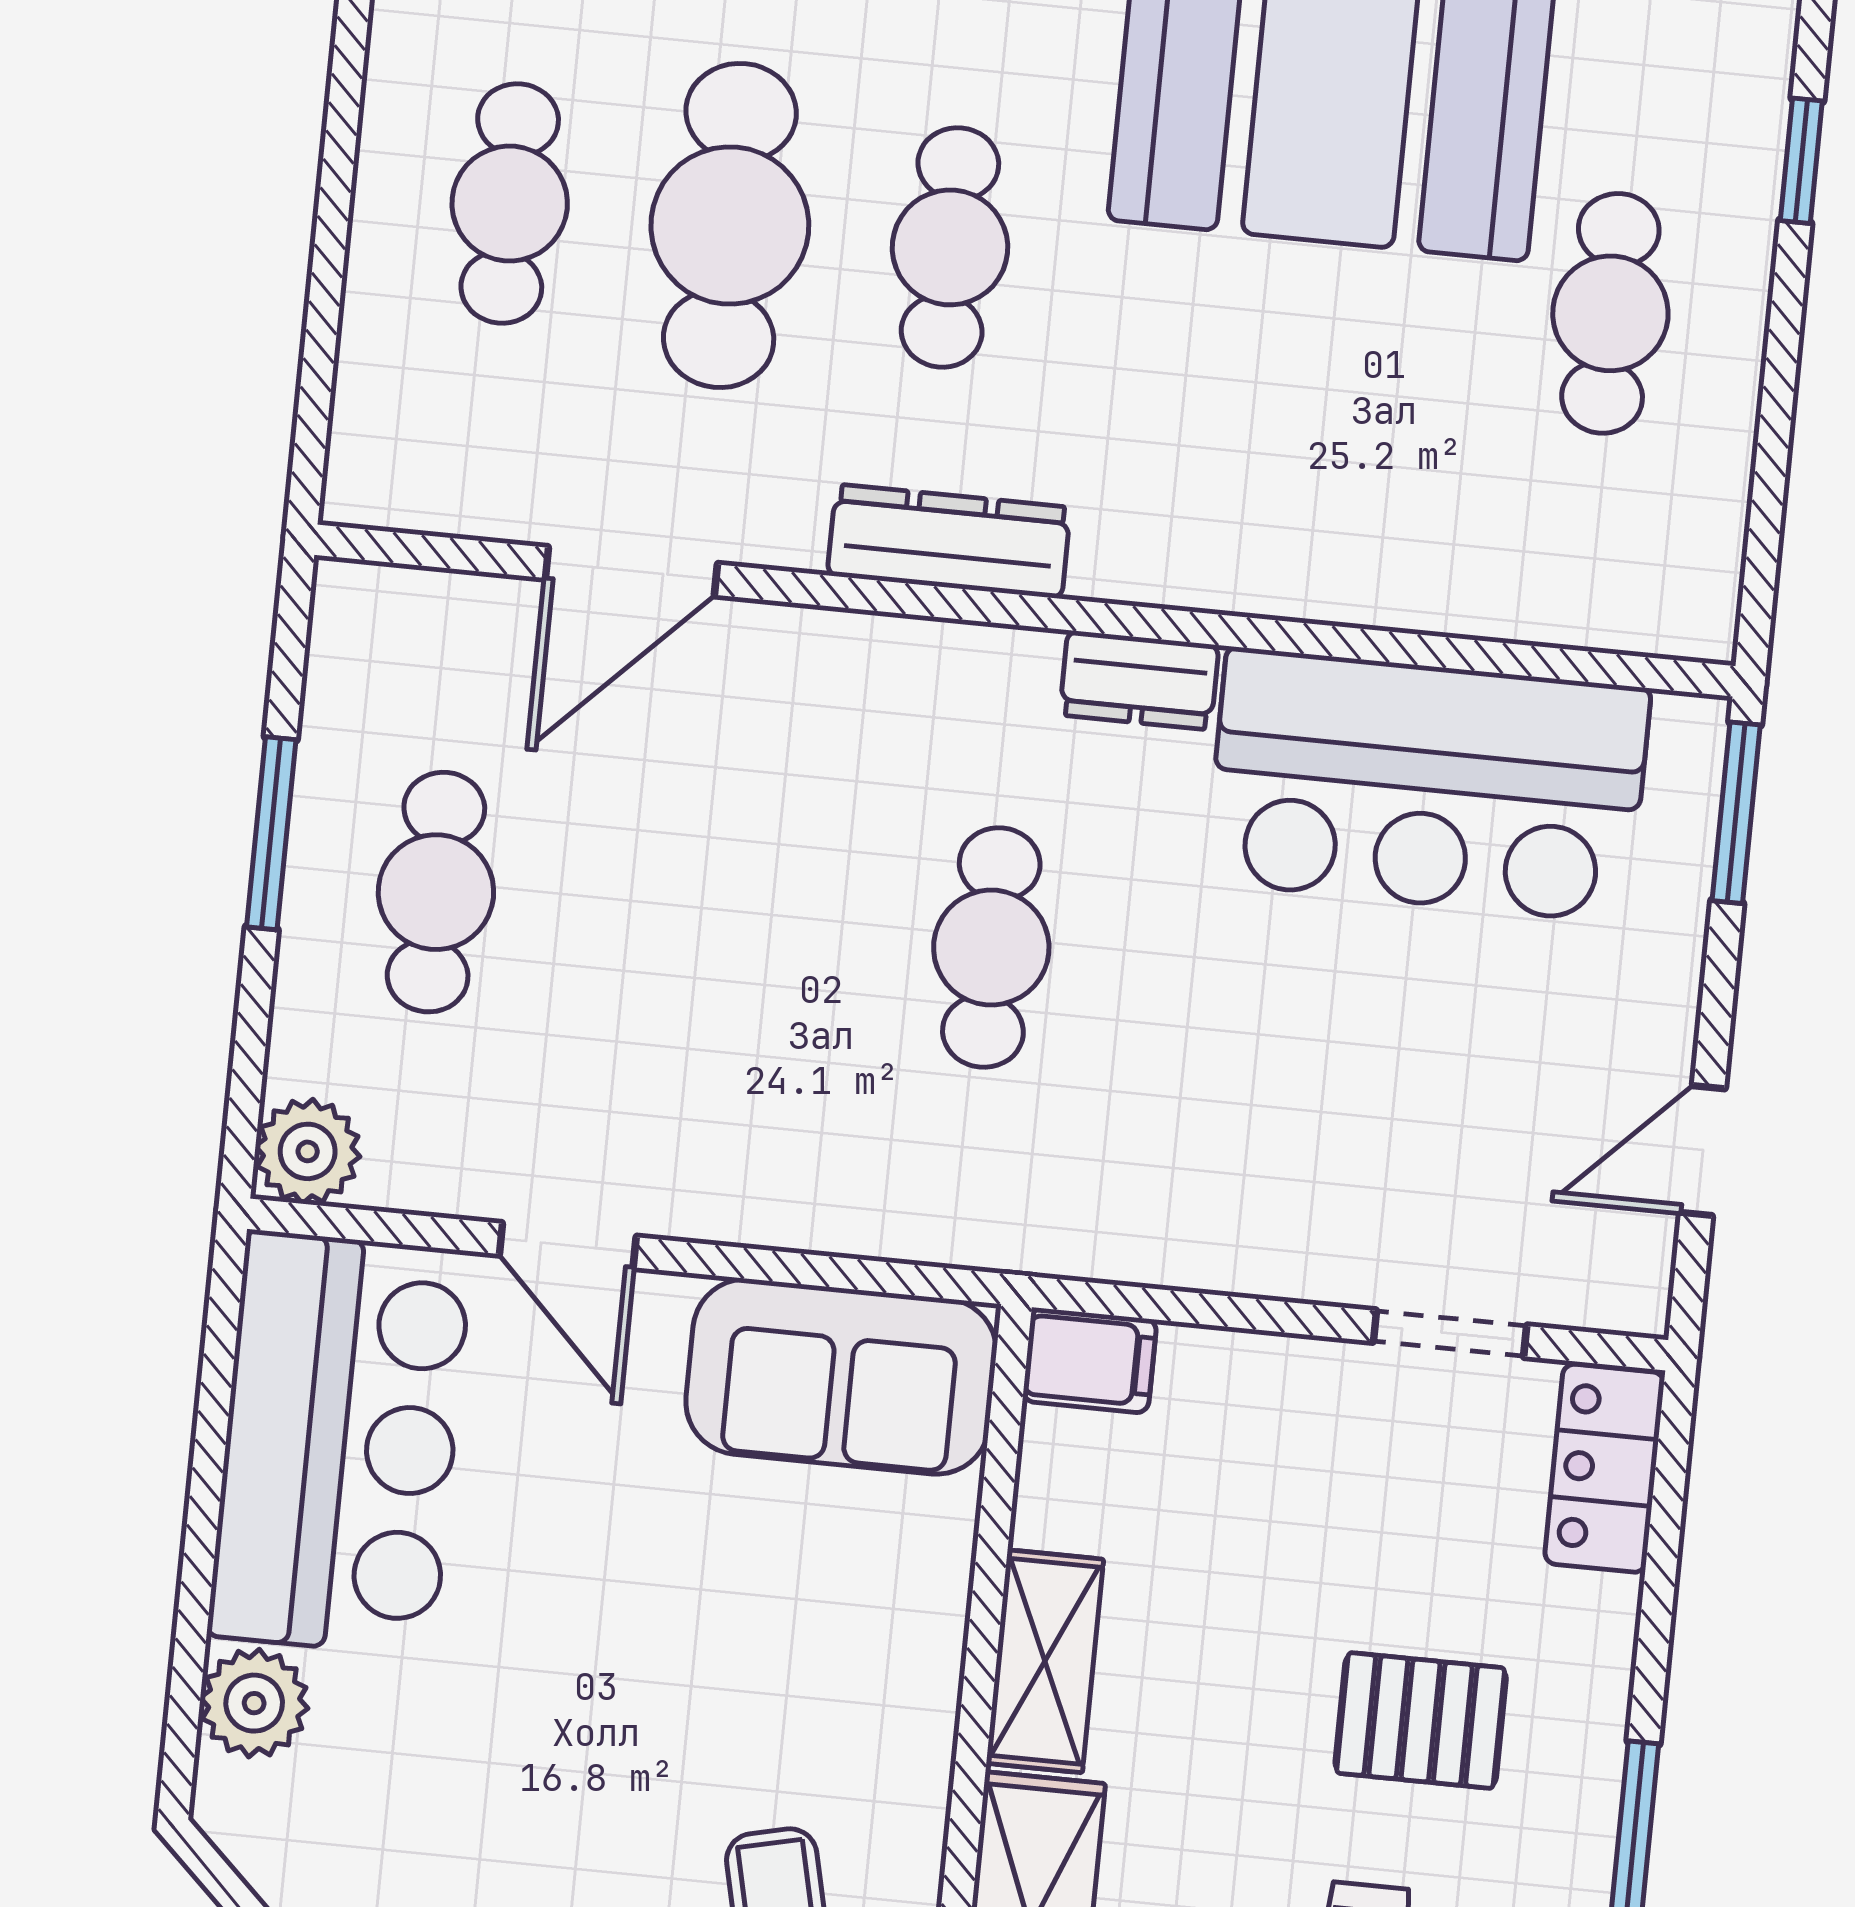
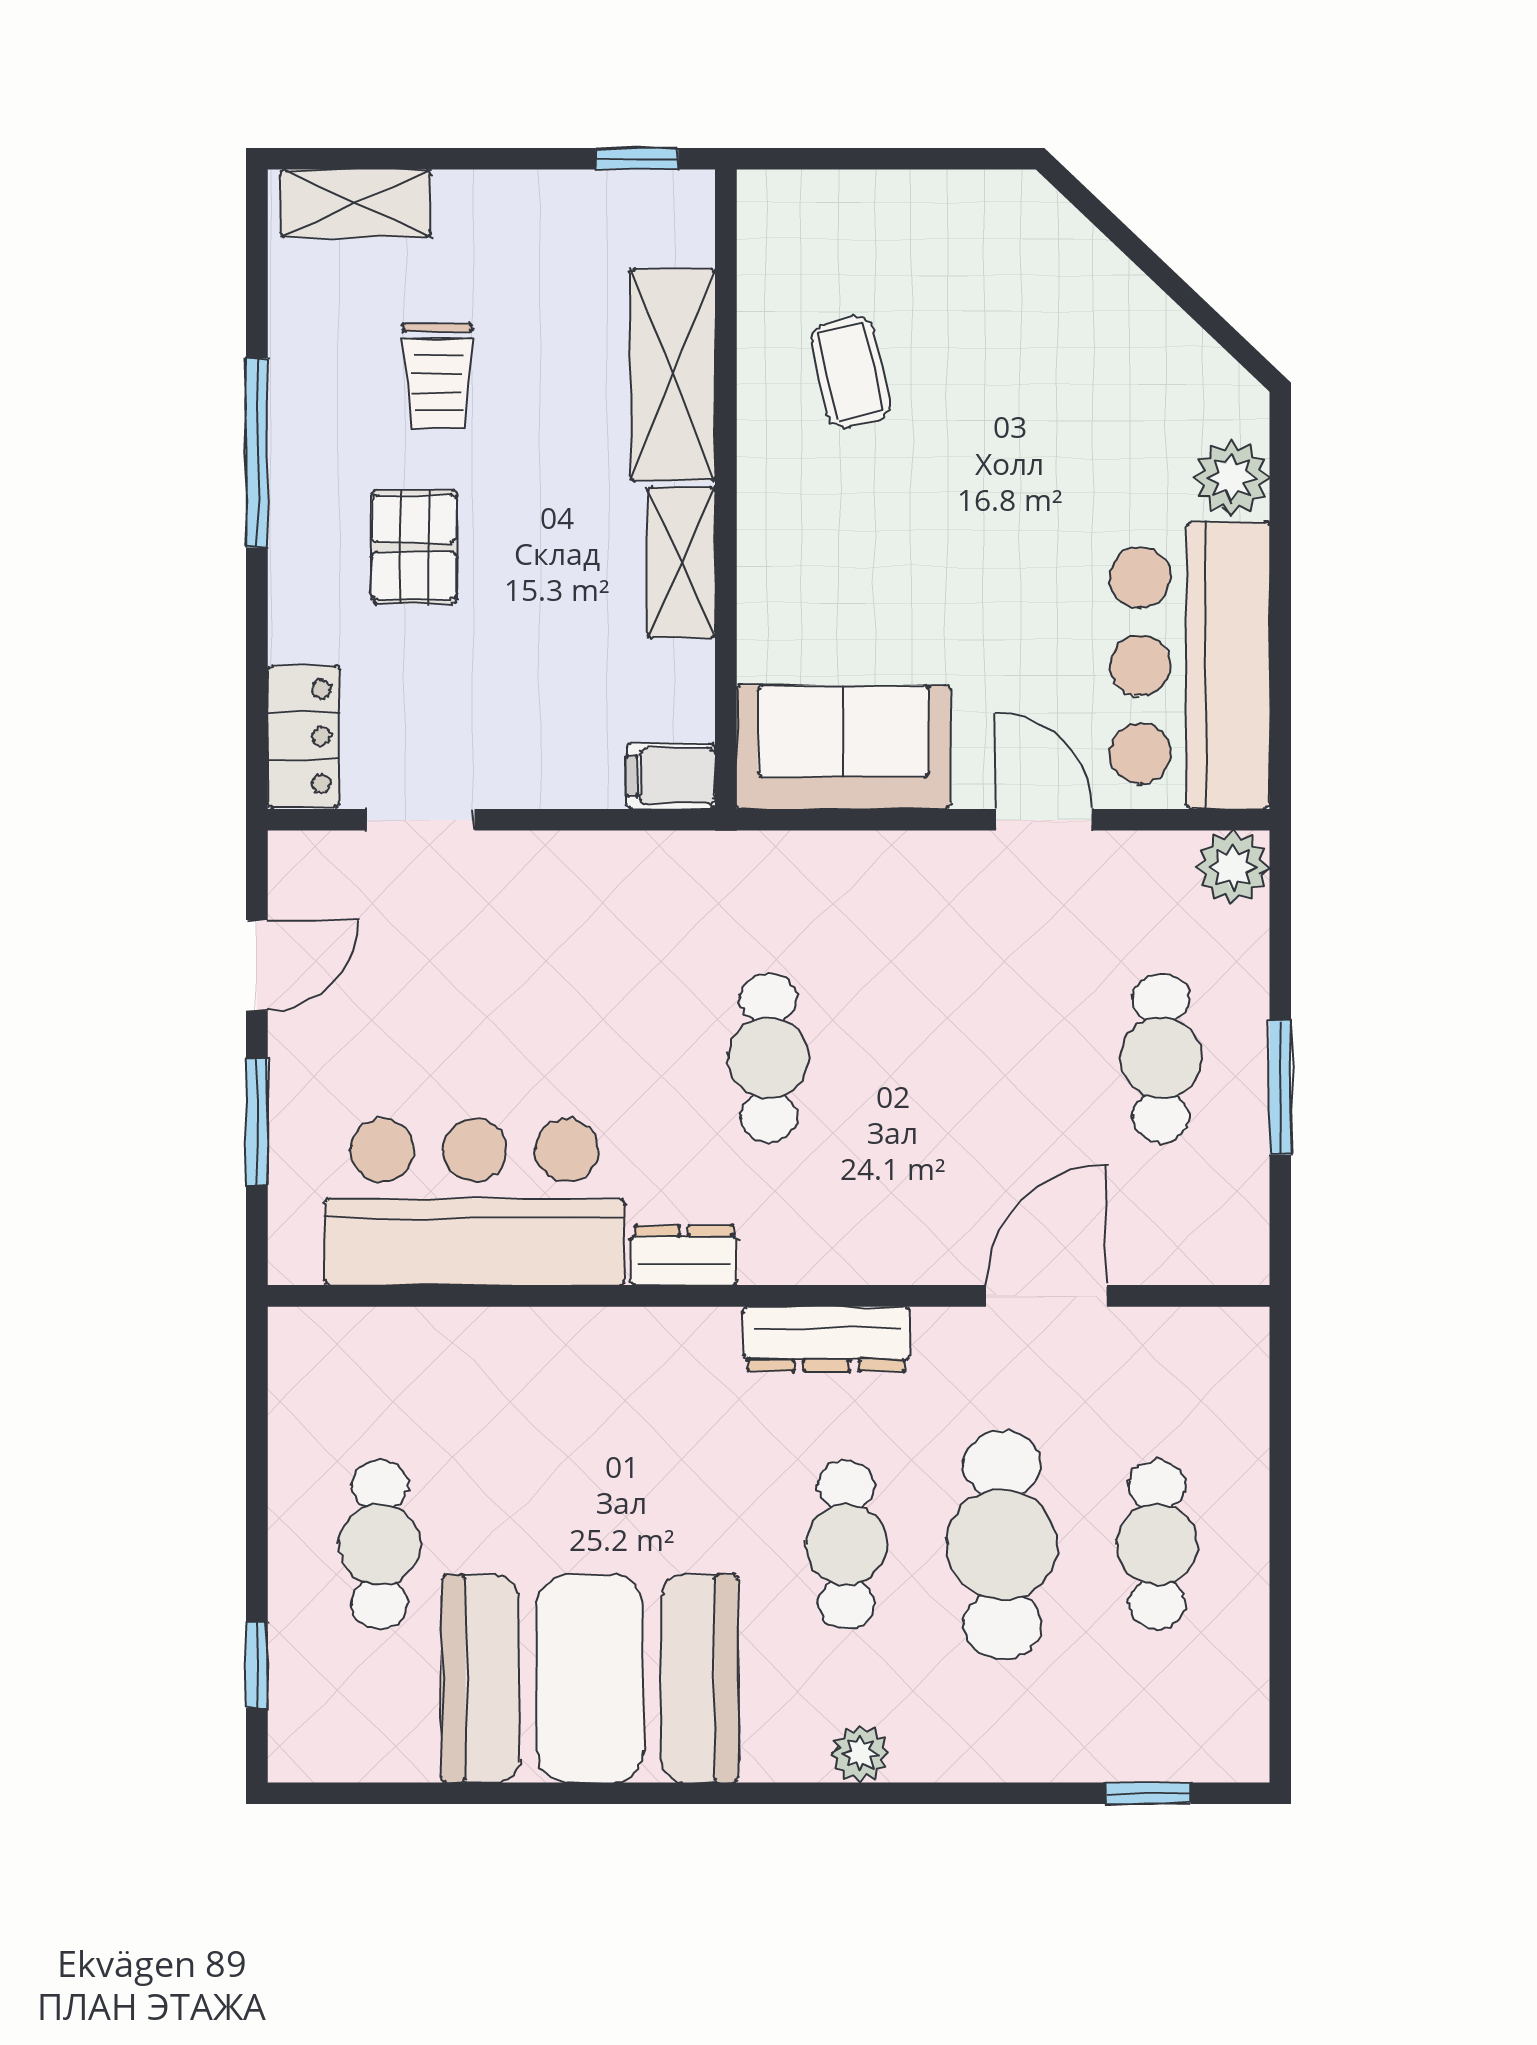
window: (1736, 813) -> (257, 1122), moved
pallet: (1421, 1721) -> (414, 547), turned 90

